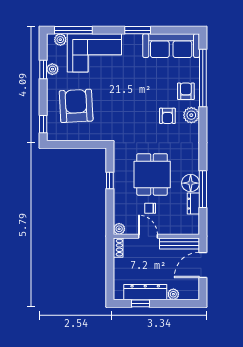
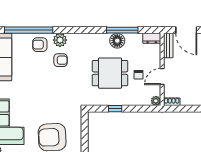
dresser: (193, 204) -> (152, 38), moved
bench: (179, 243) -> (168, 46), width x0.73

